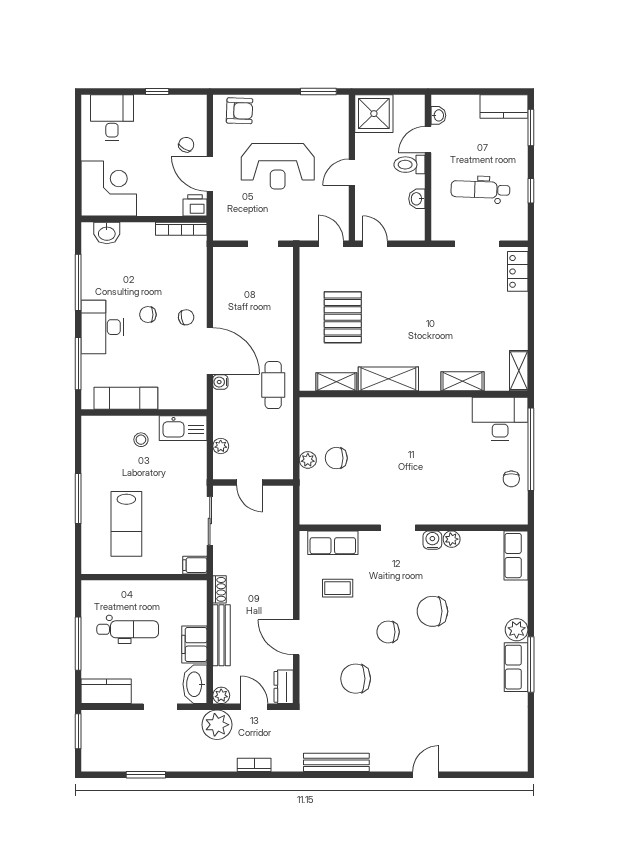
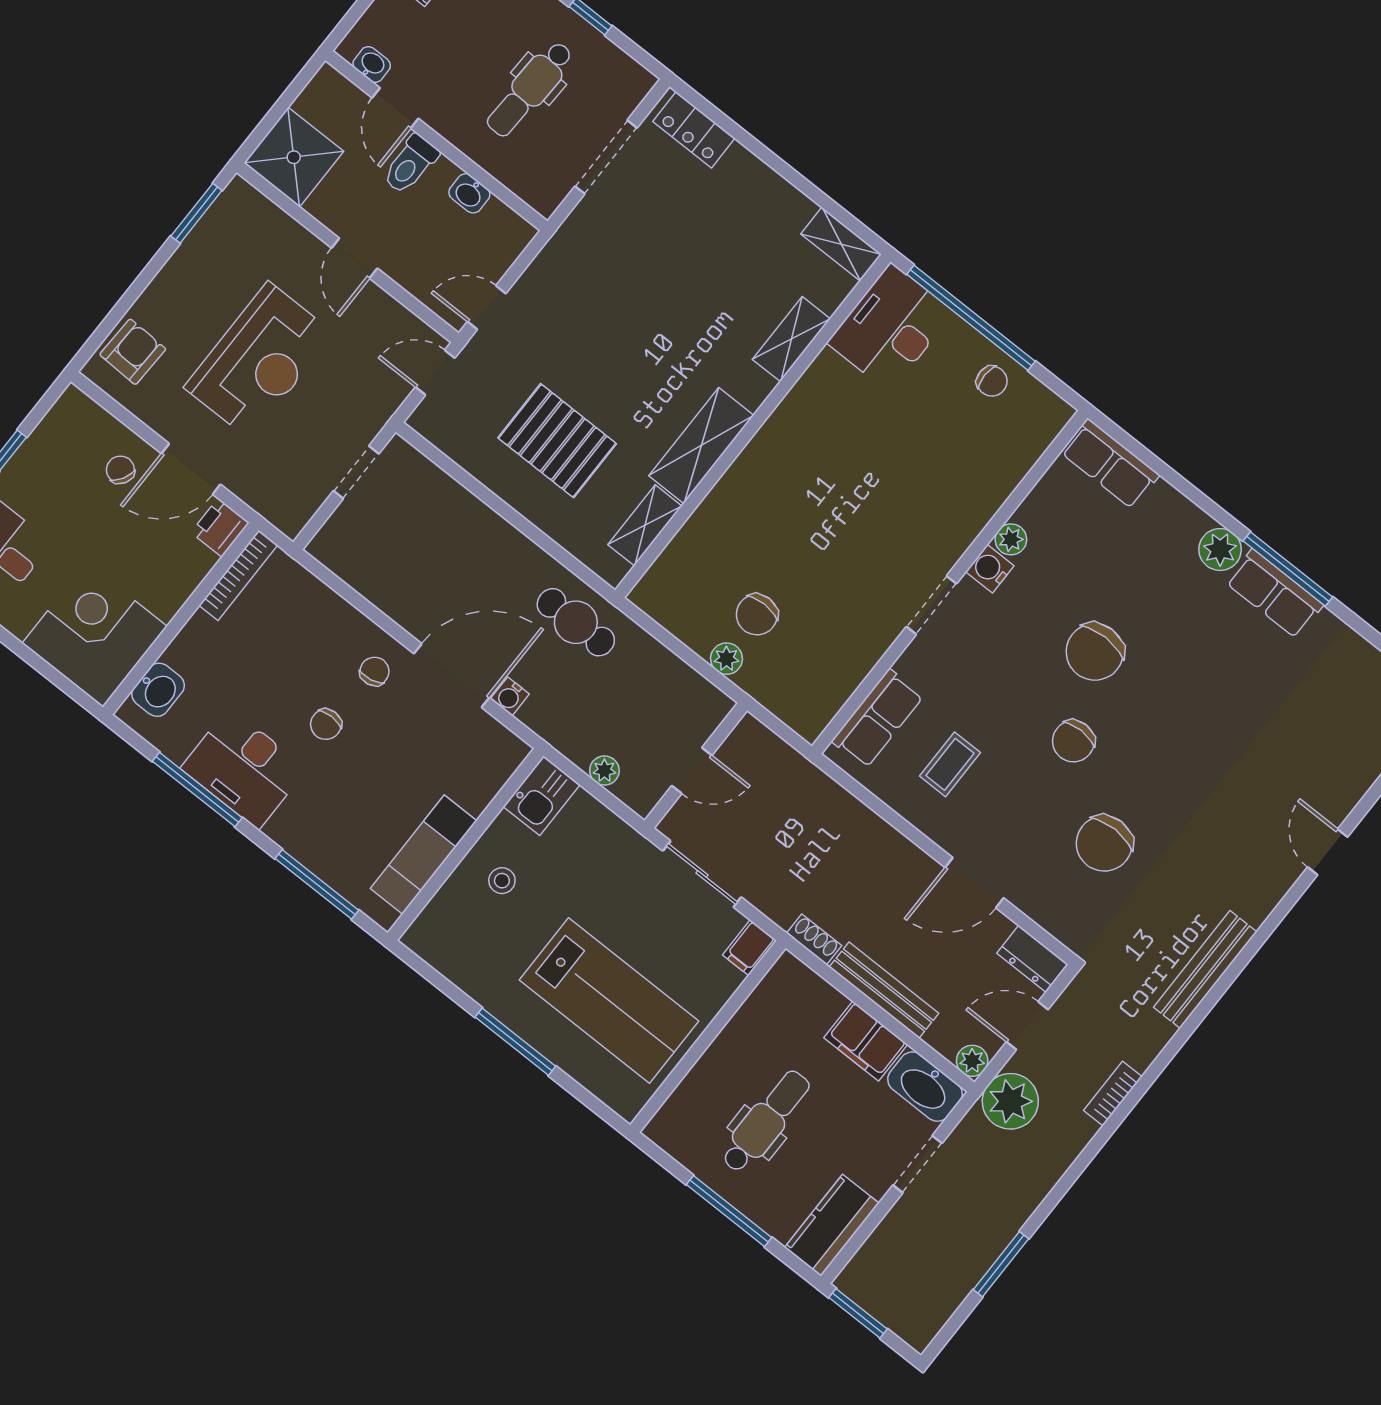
desk: (102, 327) -> (244, 768), moved
kitchen sink: (183, 428) -> (542, 796), width x0.73
lab bench: (126, 524) -> (609, 1000), width x1.36, depth x1.39

